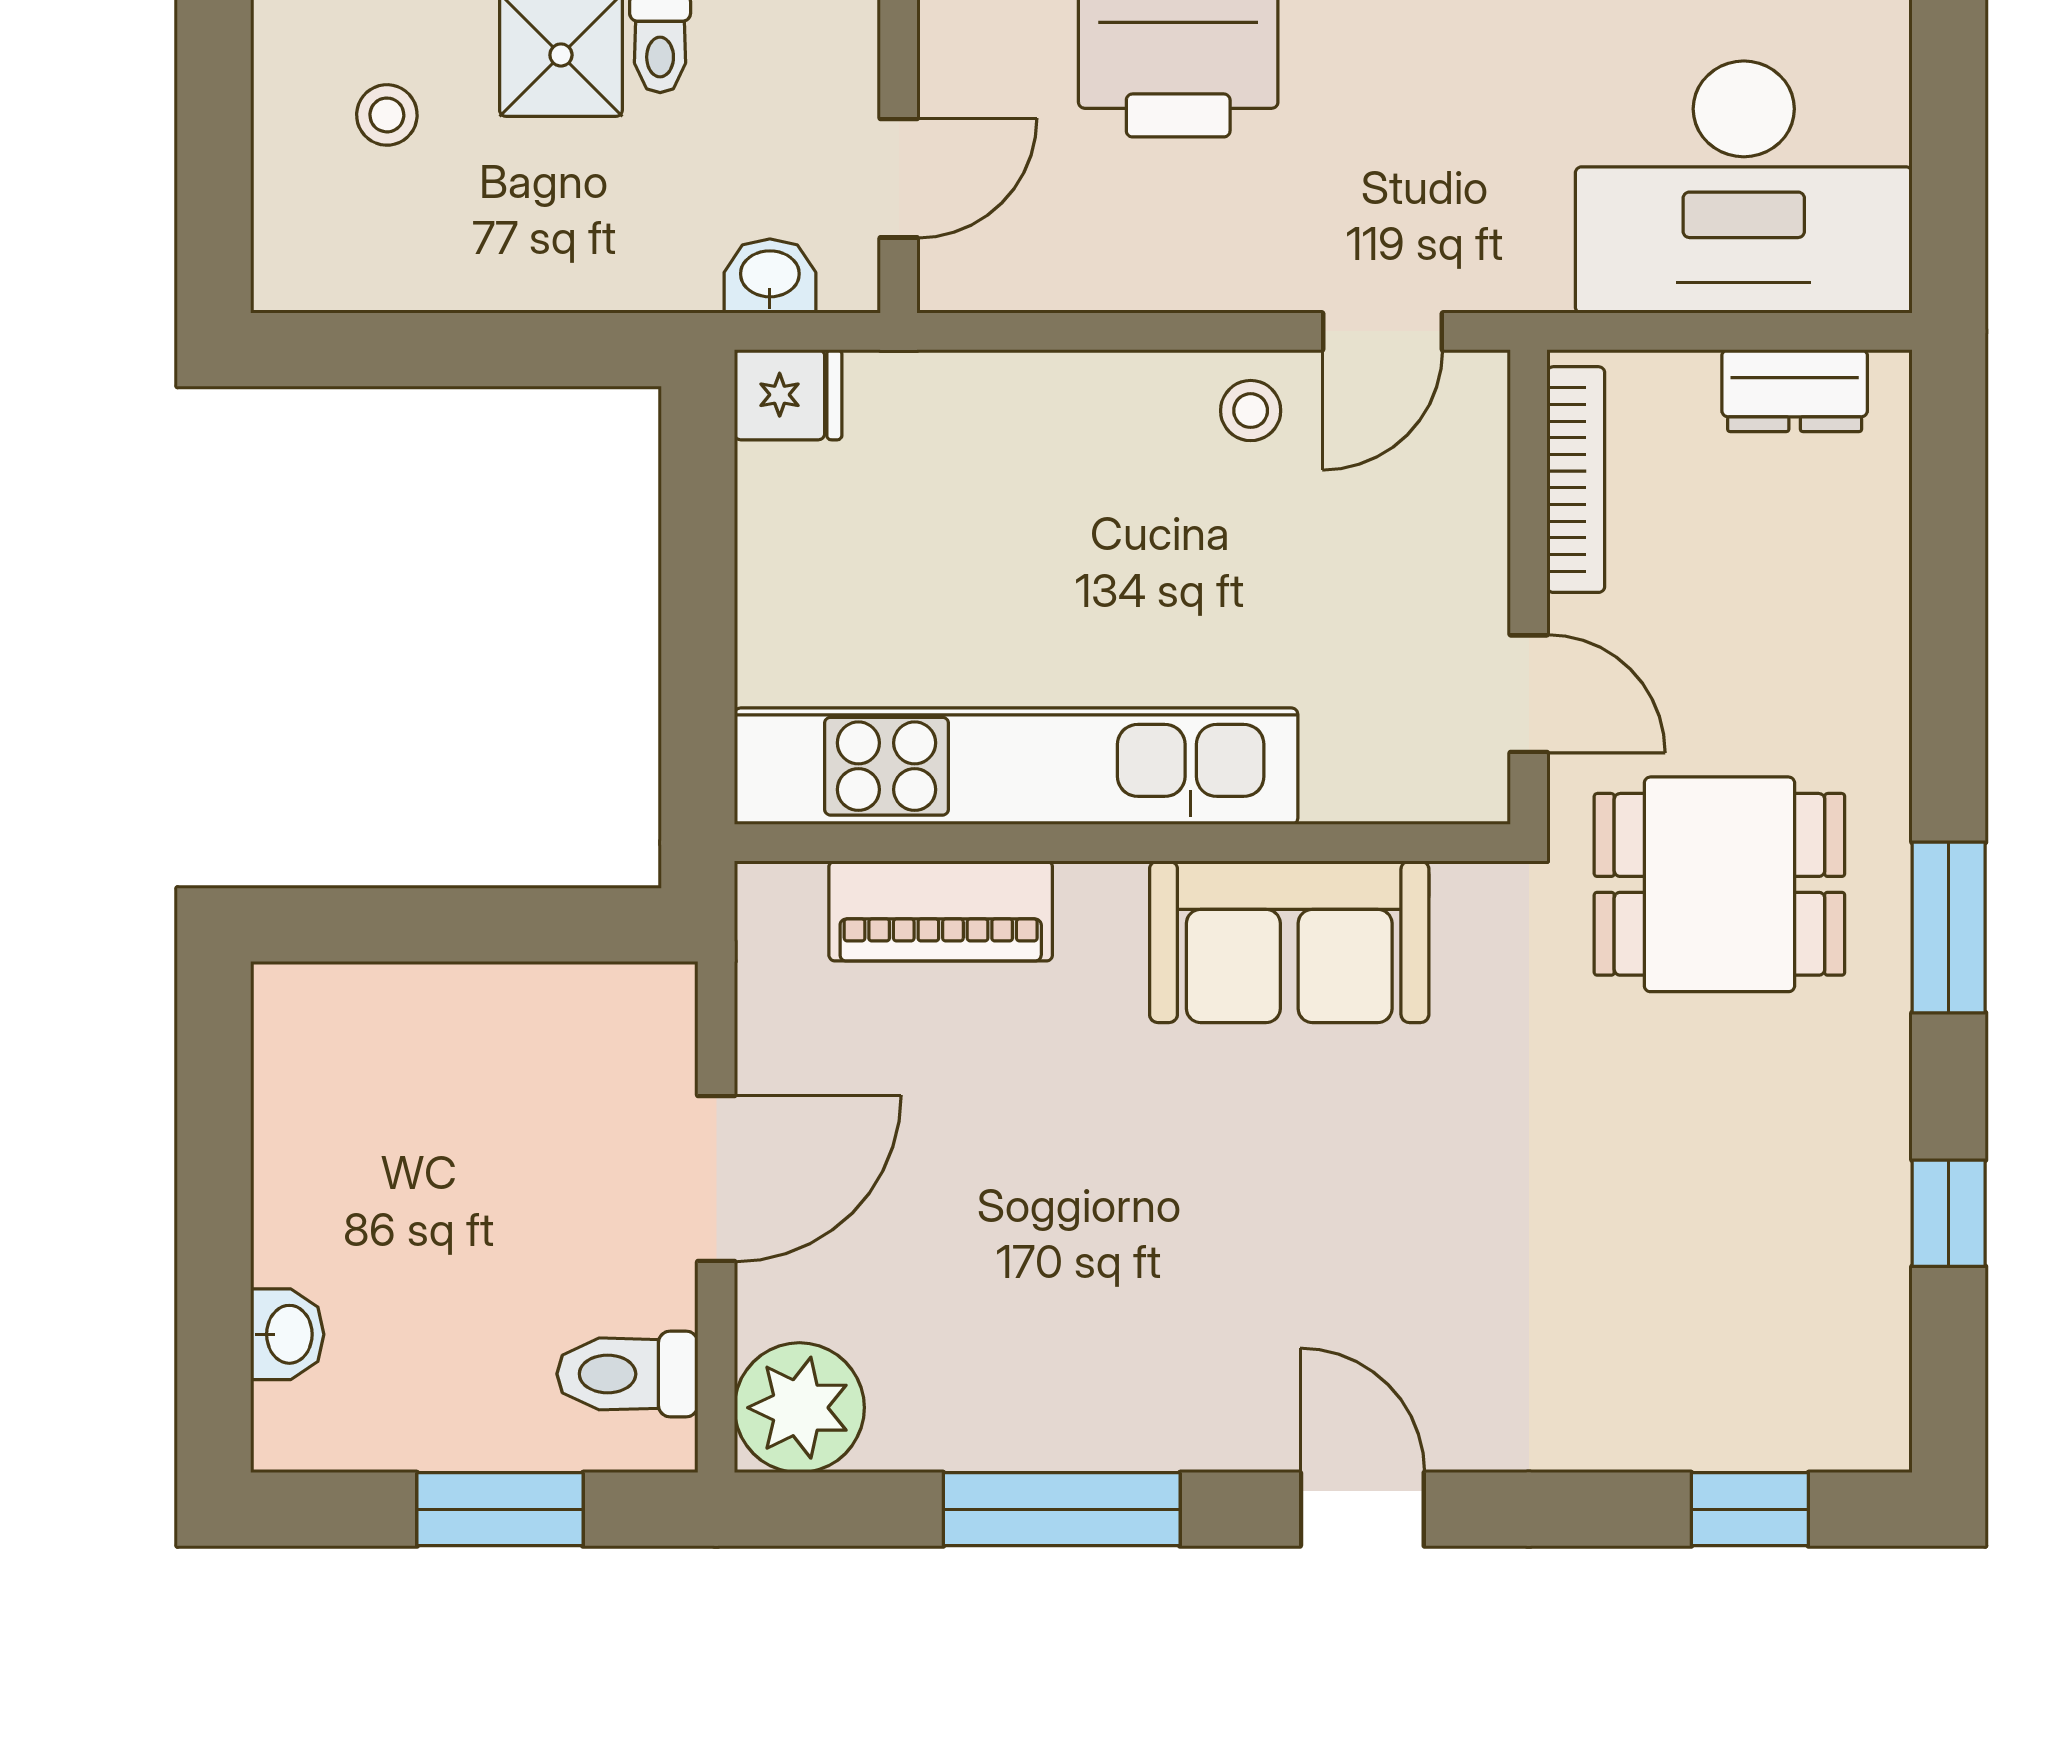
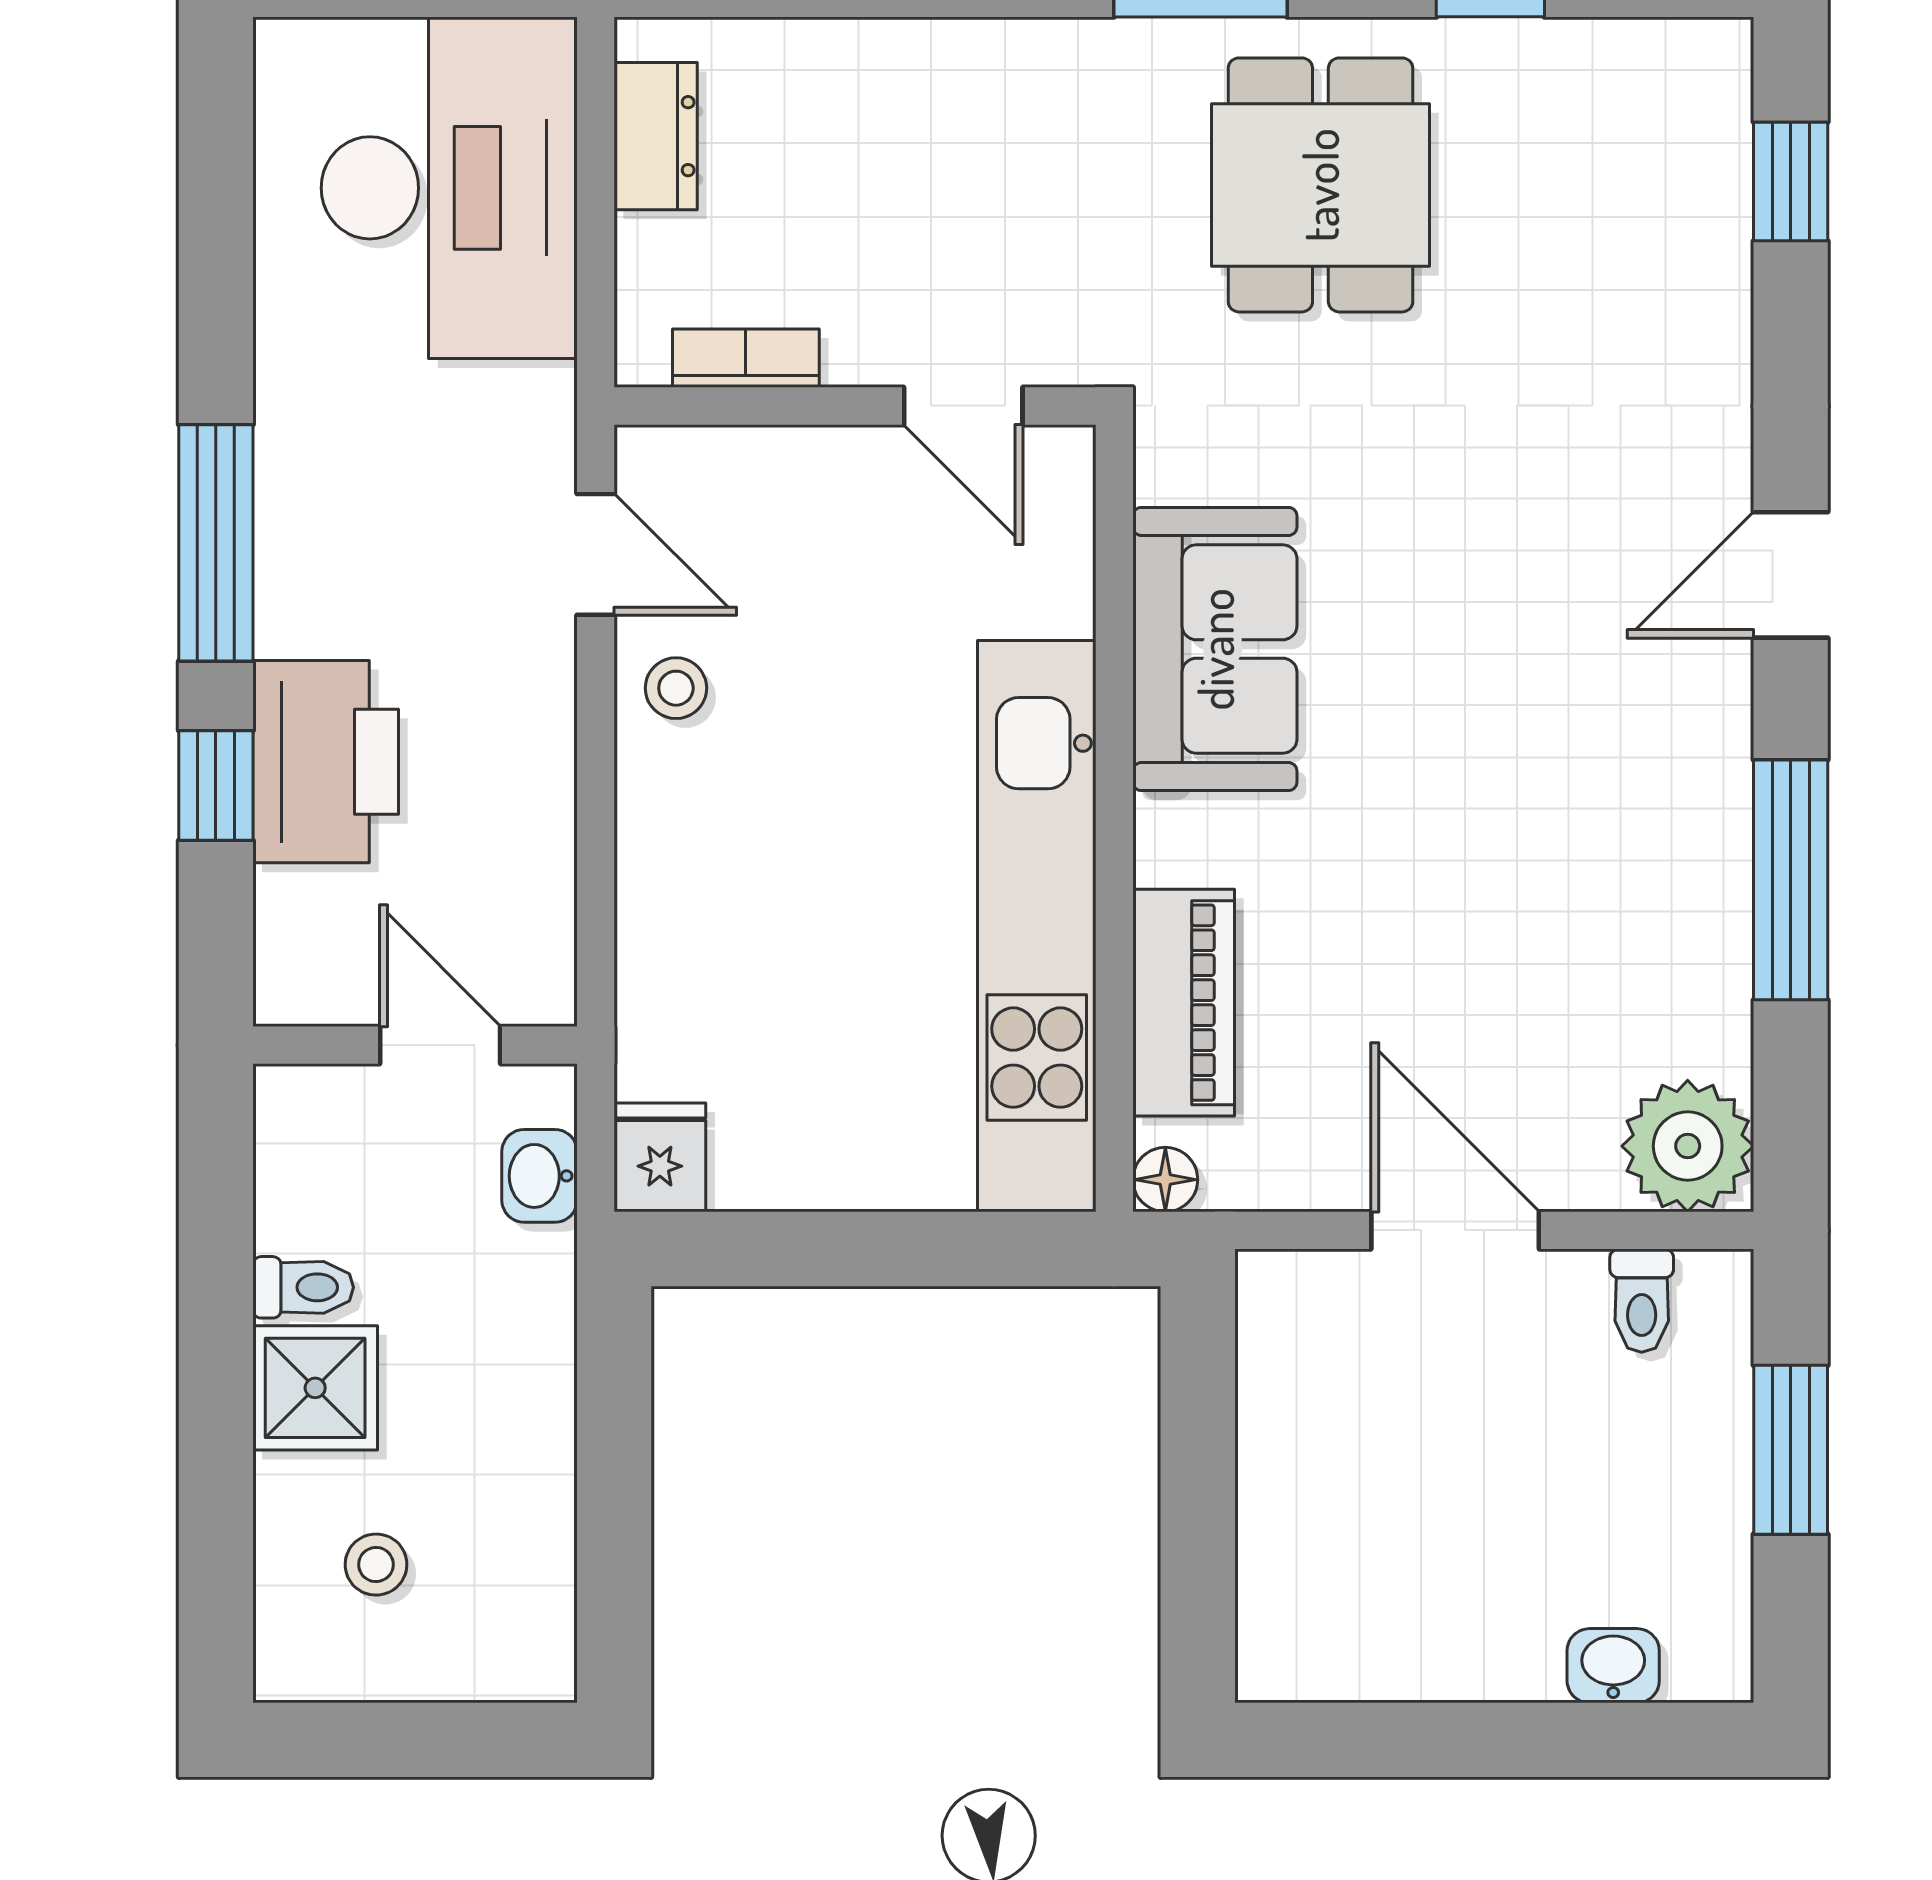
bookcase: (1576, 480) -> (746, 358), width x0.64
door: (1529, 694) -> (963, 406), swing flipped
dining table: (1719, 884) -> (1320, 185), moved
floor lamp: (766, 893) -> (1165, 1180), added
toilet: (627, 1374) -> (1642, 1301), width x0.73, depth x0.72

